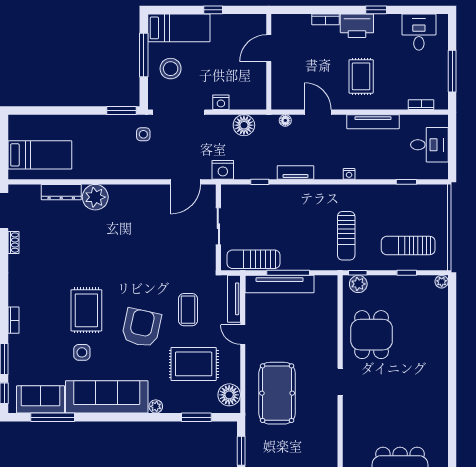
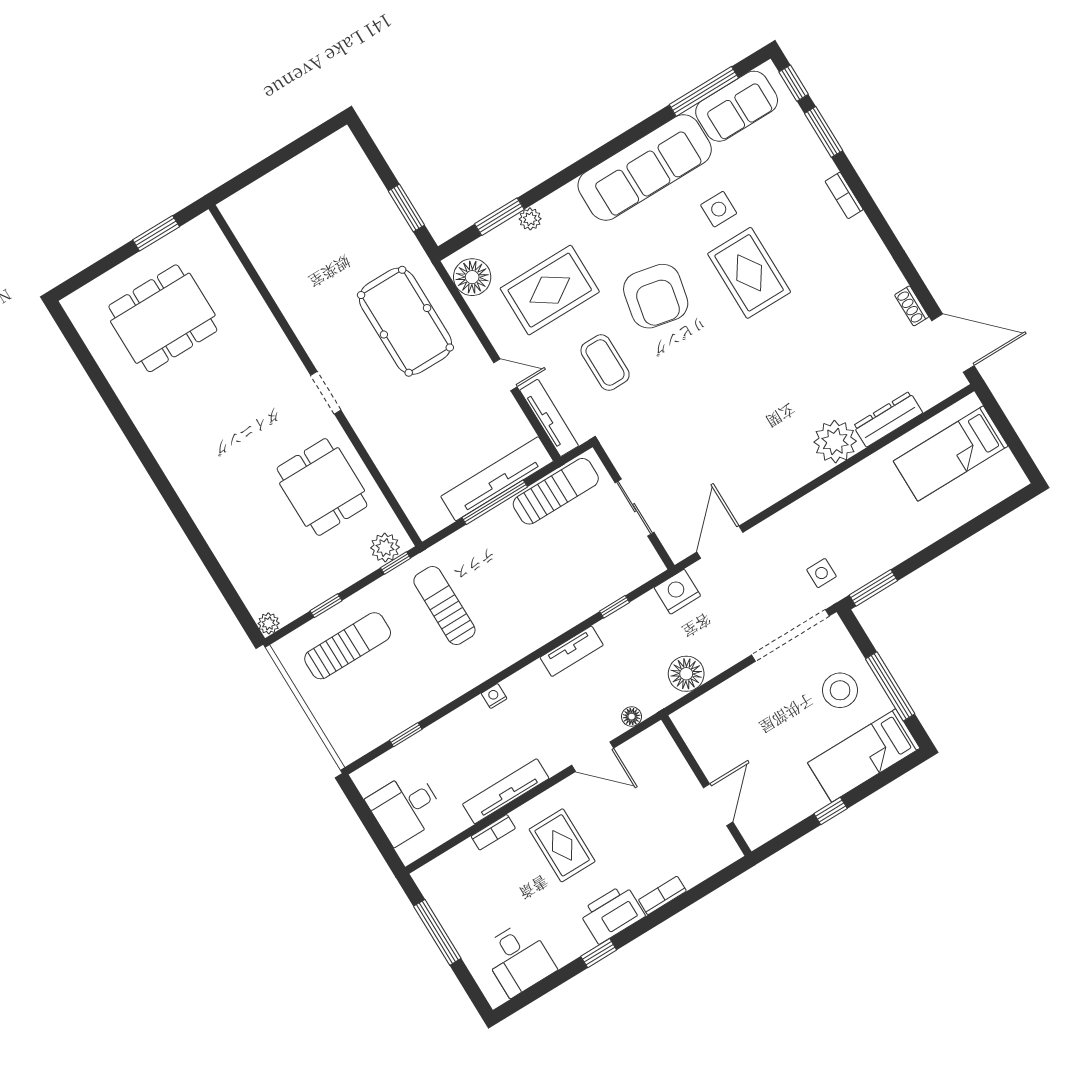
nightstand: (221, 102) -> (739, 686), removed
bookcase: (421, 105) -> (493, 832), moved
plant: (156, 406) -> (530, 219), moved

